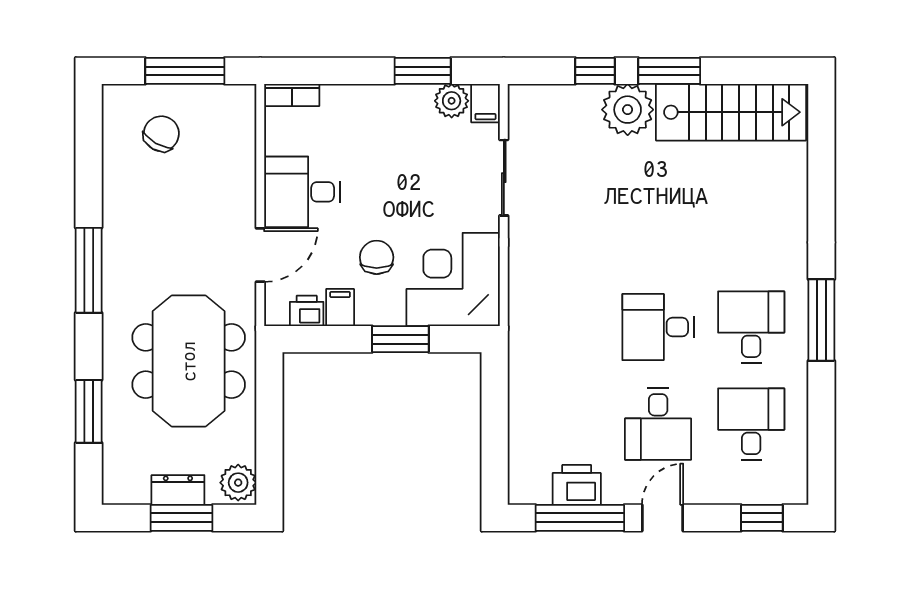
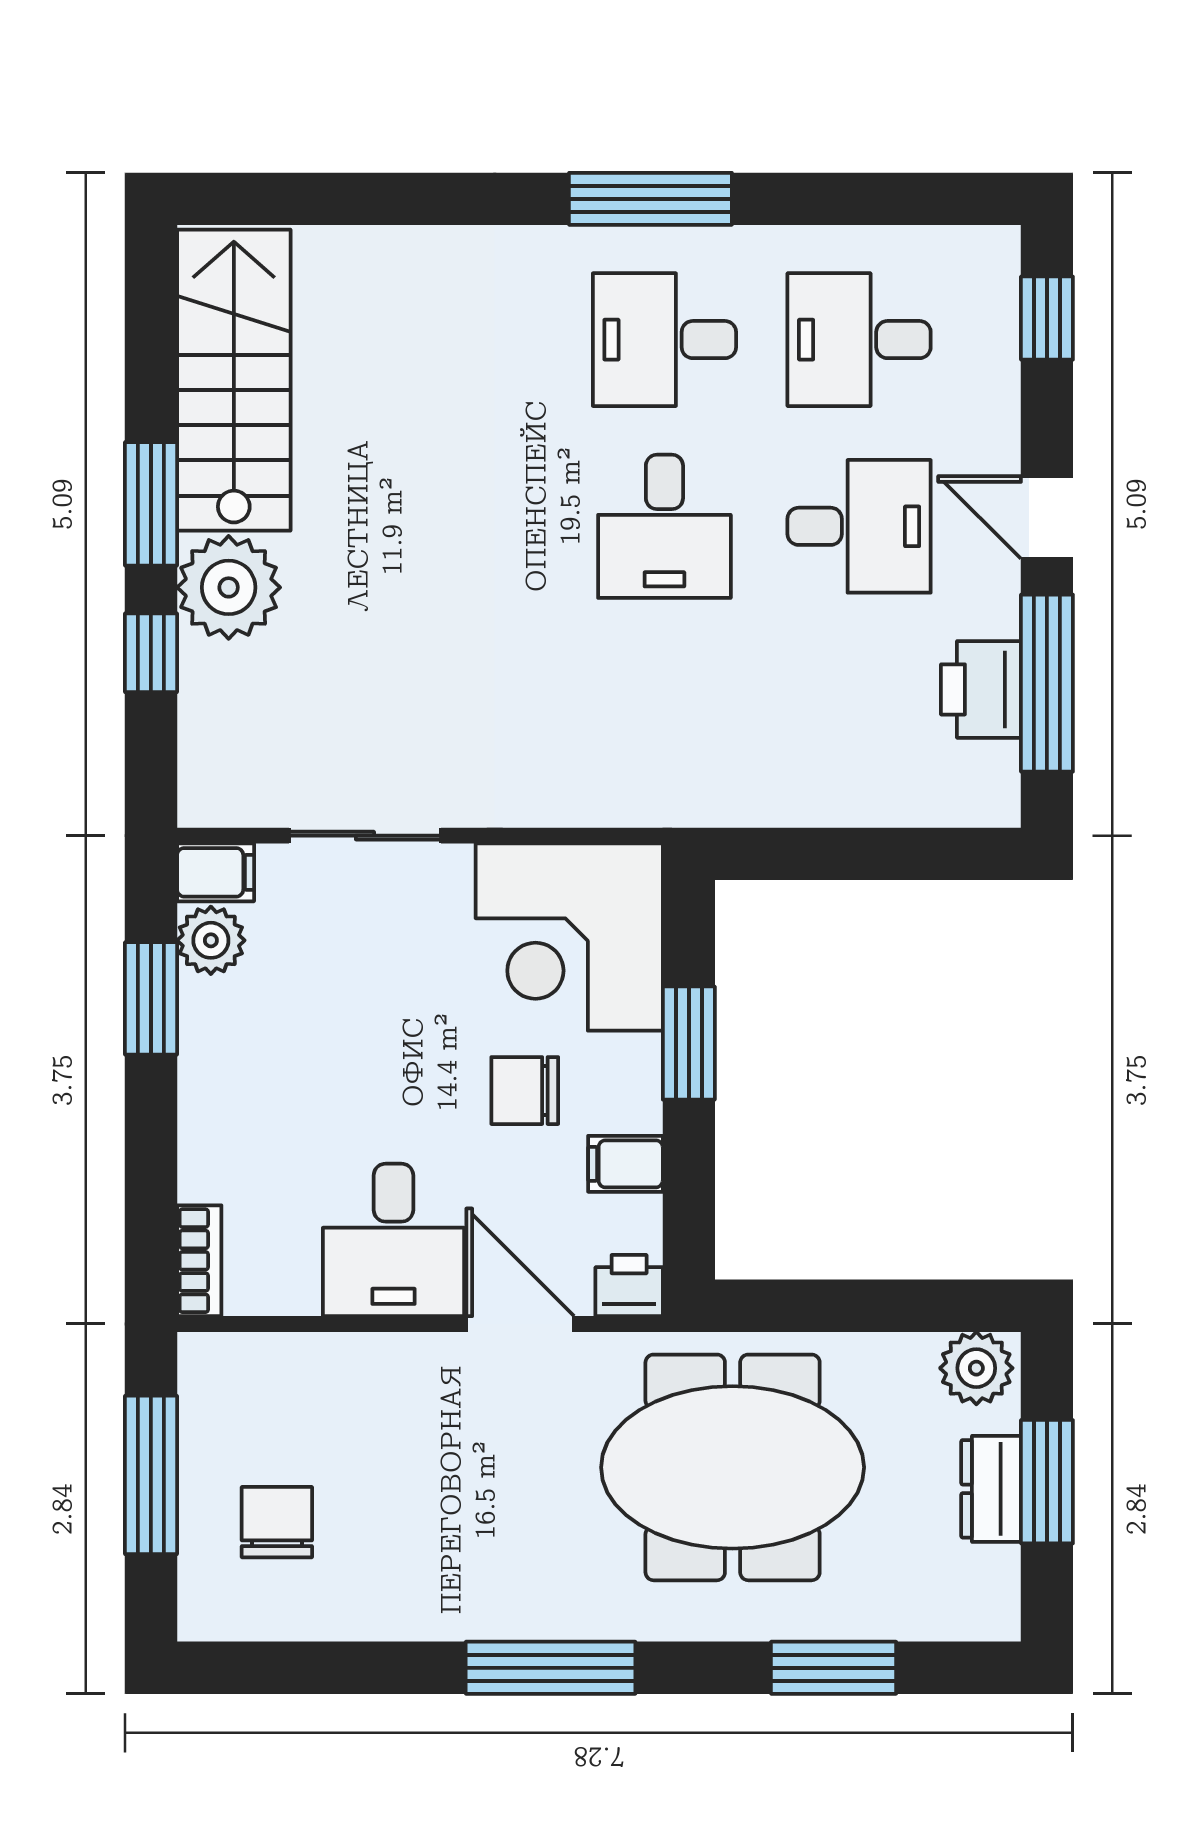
chair: (161, 134) -> (277, 1522), turned 60
printer: (307, 311) -> (629, 1286), moved, turned 90

